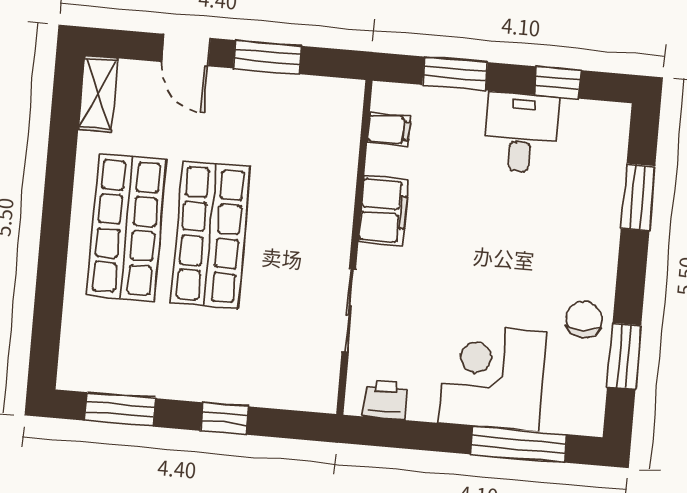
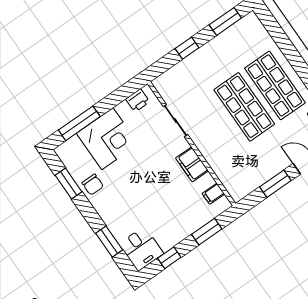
desk: (521, 132) -> (141, 249), moved

